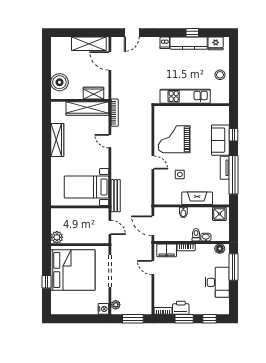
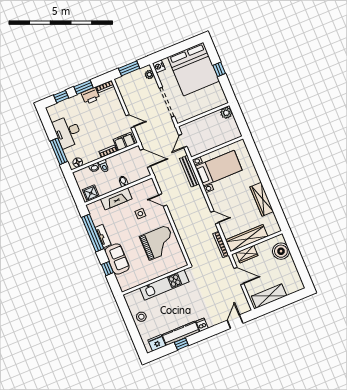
door: (110, 61) -> (239, 276), moved
door: (153, 163) -> (163, 200), moved
door: (110, 228) -> (183, 141), hinge flipped
bed: (73, 270) -> (193, 69), moved, turned -90

